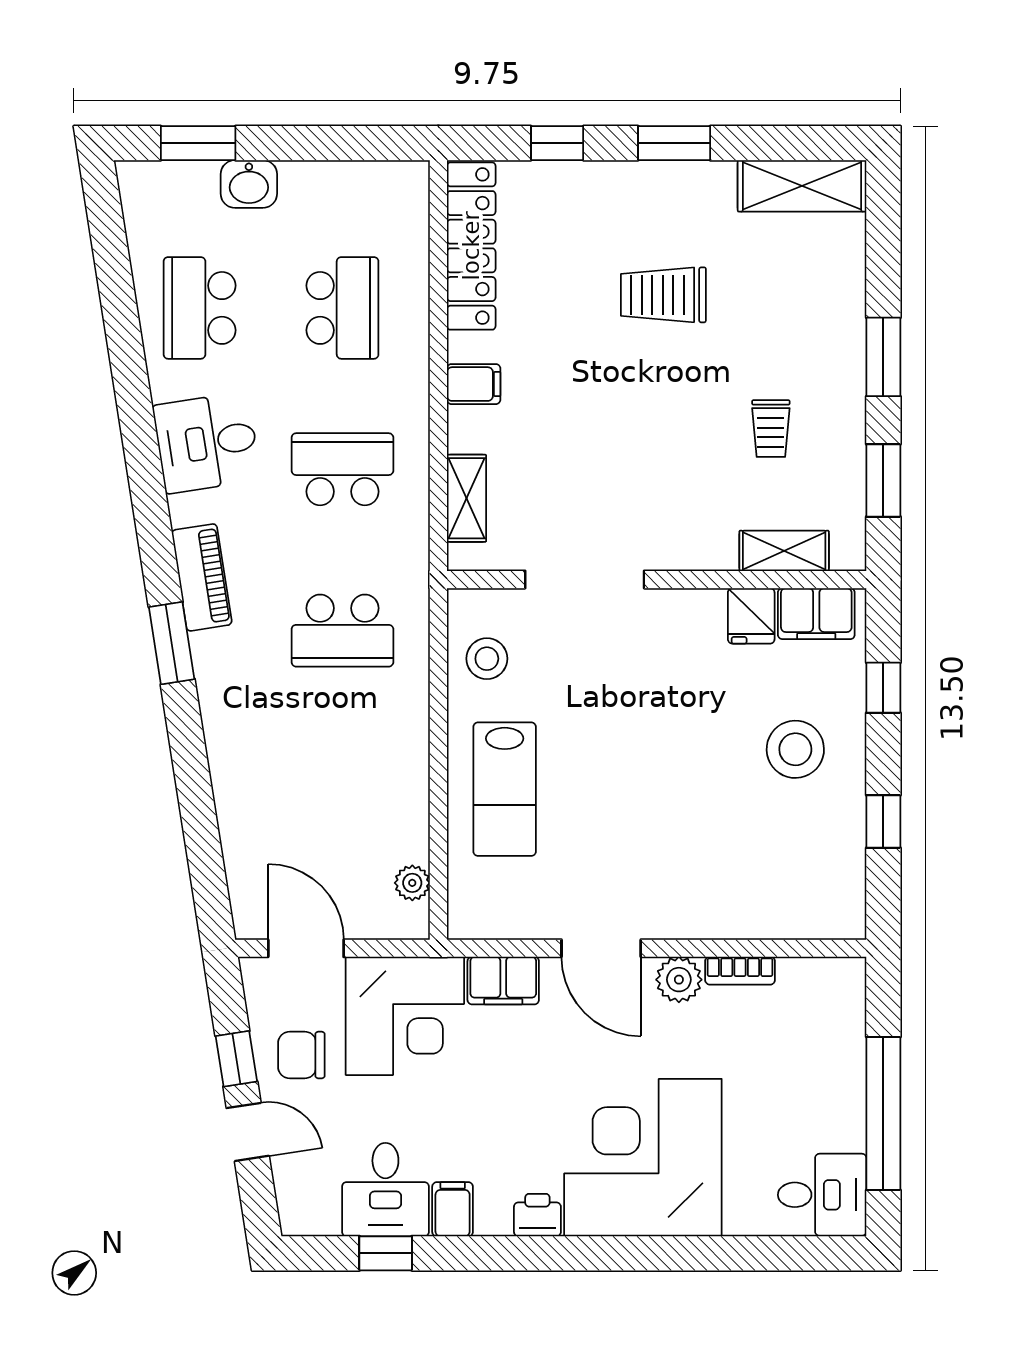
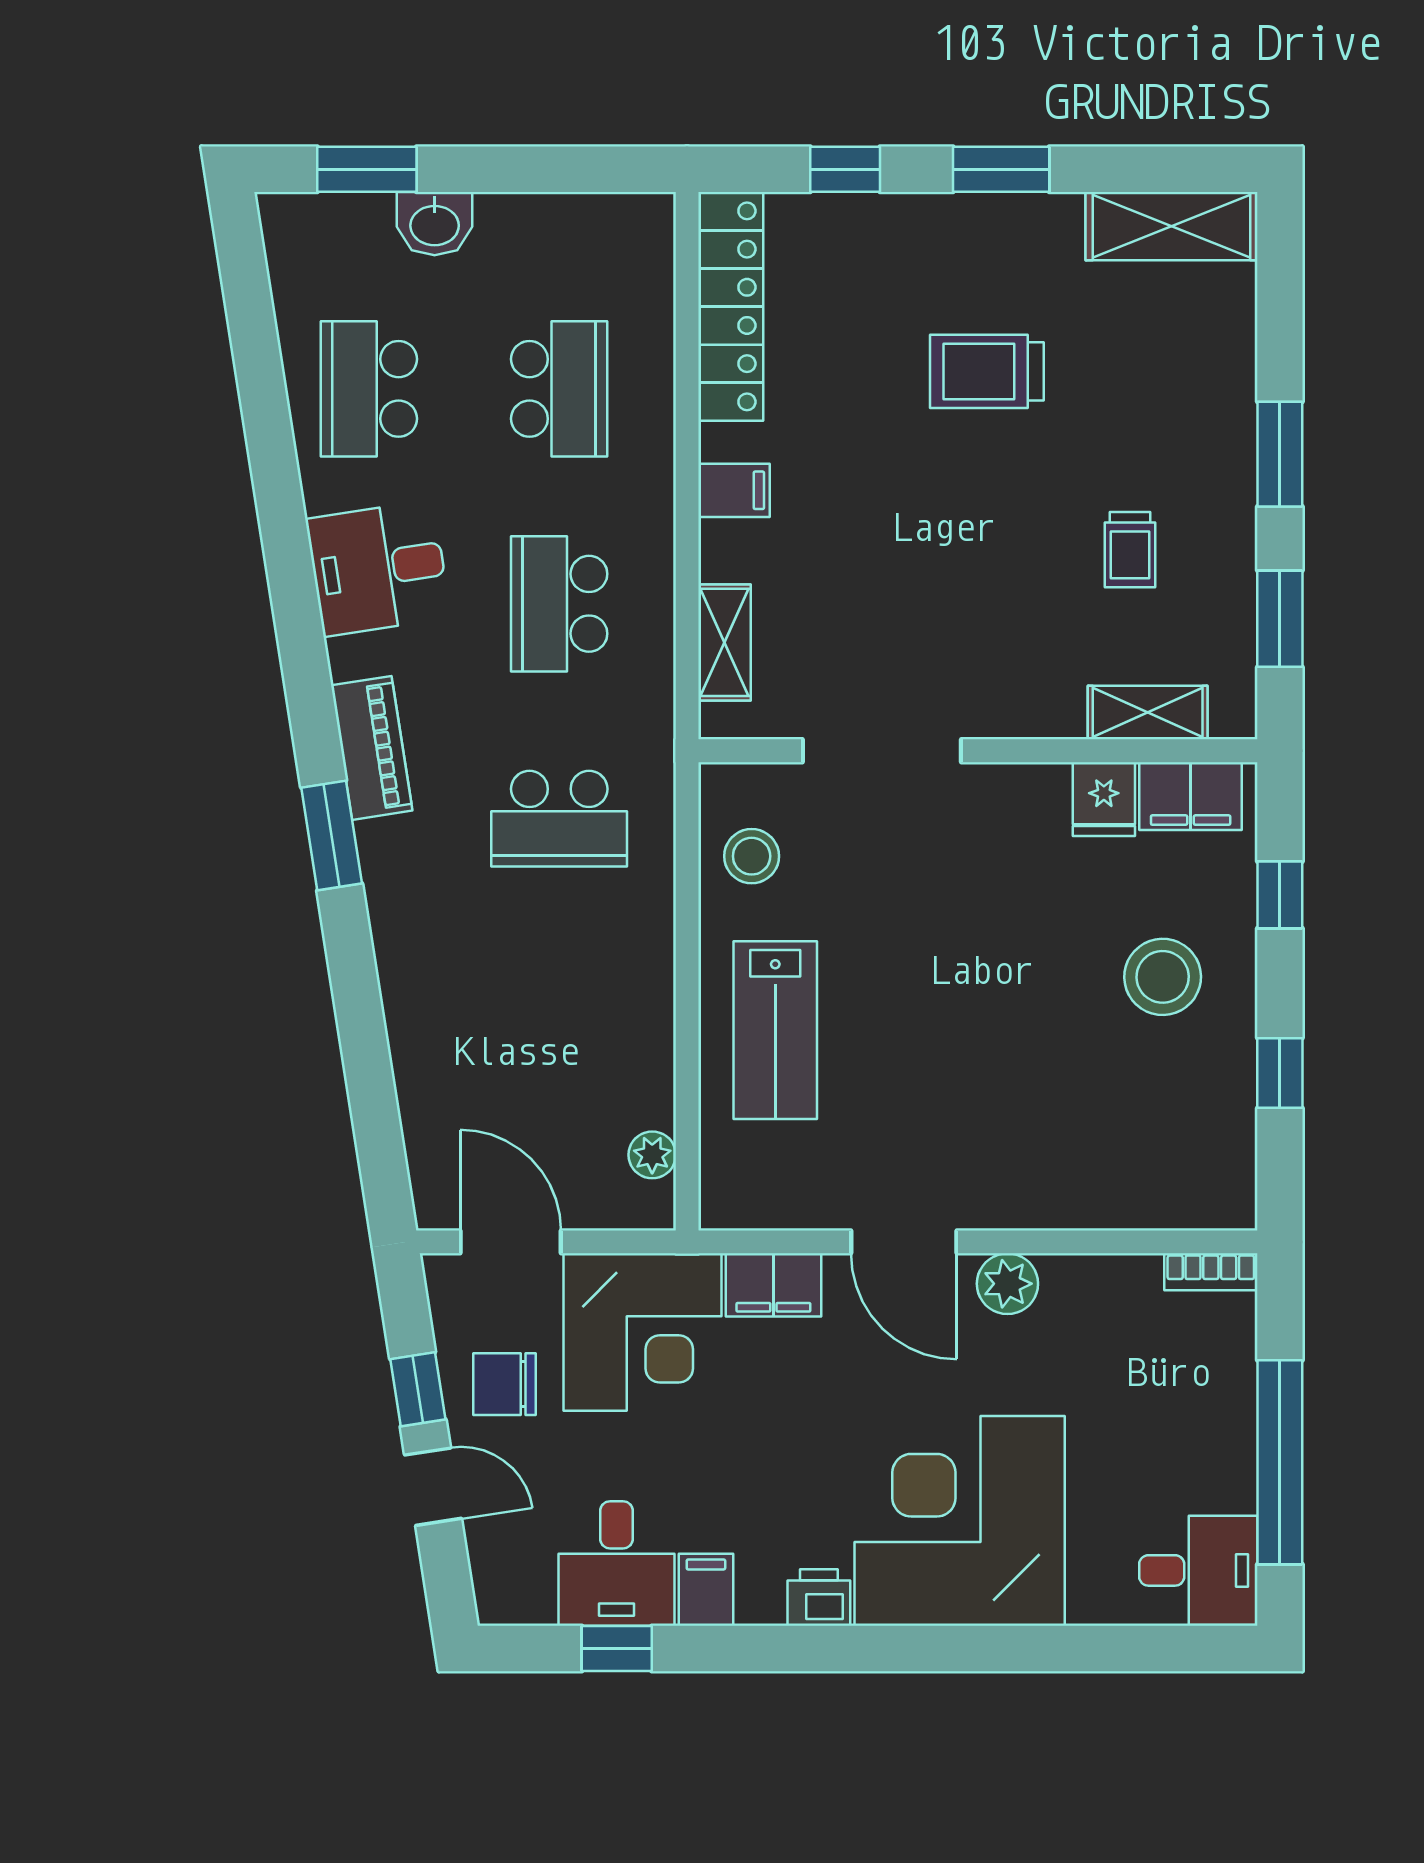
school desk: (342, 469) -> (559, 604), turned -90
bookcase: (740, 971) -> (1211, 1272), moved

